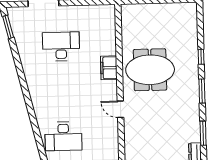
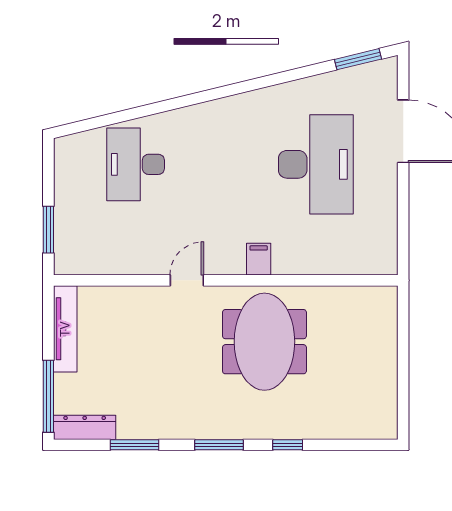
desk: (61, 46) -> (316, 164), width x1.36, depth x1.30
filing cabinet: (109, 68) -> (259, 259), width x0.50

